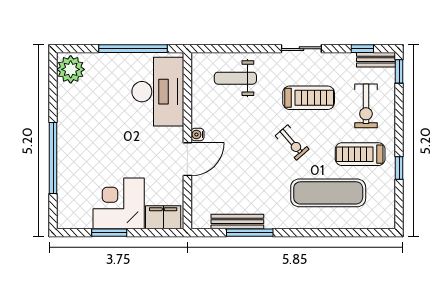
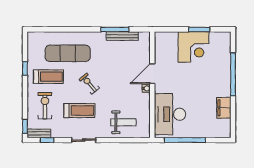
plant: (71, 69) -> (222, 128), removed
treadmill: (309, 98) -> (79, 111), turned 180
filing cabinet: (163, 217) -> (224, 108), moved, turned 90

